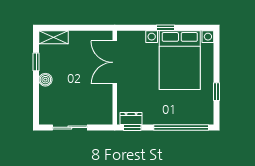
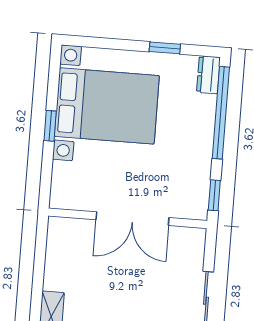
double door: (115, 62) -> (132, 219), moved
dresser: (131, 118) -> (208, 75), moved

